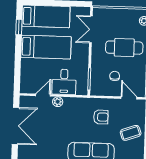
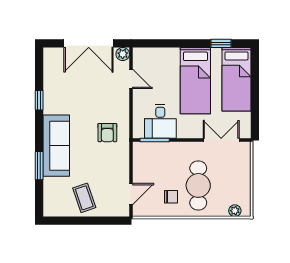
chair: (115, 76) -> (171, 197), moved
desk: (64, 82) -> (160, 121), moved, turned -90
plant: (58, 102) -> (123, 54), moved
armchair: (101, 117) -> (107, 133), moved

